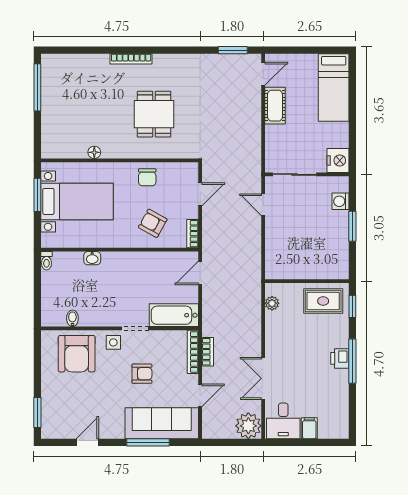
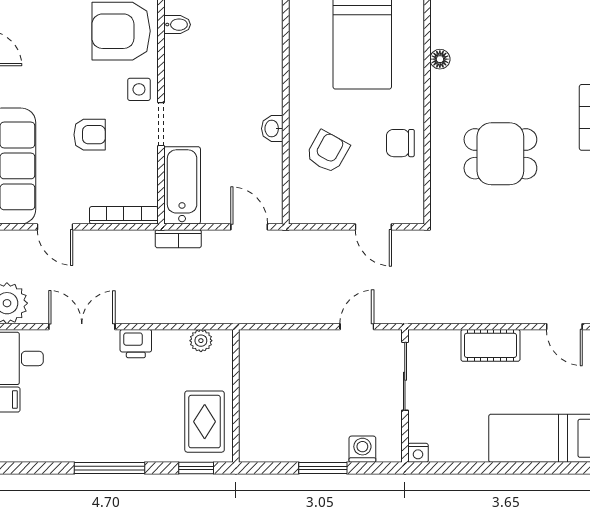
cot: (275, 106) -> (490, 345), moved
nightstand: (338, 160) -> (418, 453), width x0.53, depth x0.56
bookcase: (193, 234) -> (311, 215), removed
washbasin: (92, 258) -> (272, 129), moved
bookcase: (208, 352) -> (178, 239), moved
printer: (340, 358) -> (136, 344), moved, turned 180
armchair: (142, 374) -> (90, 135), turned -90

